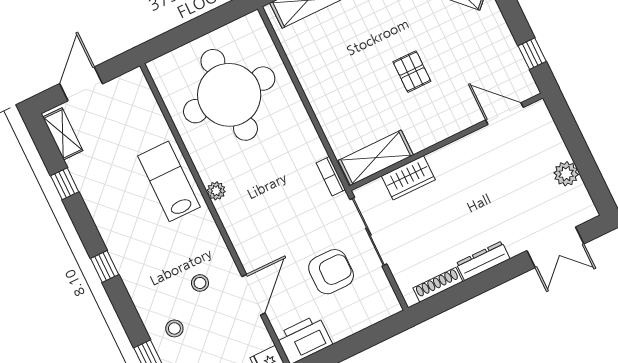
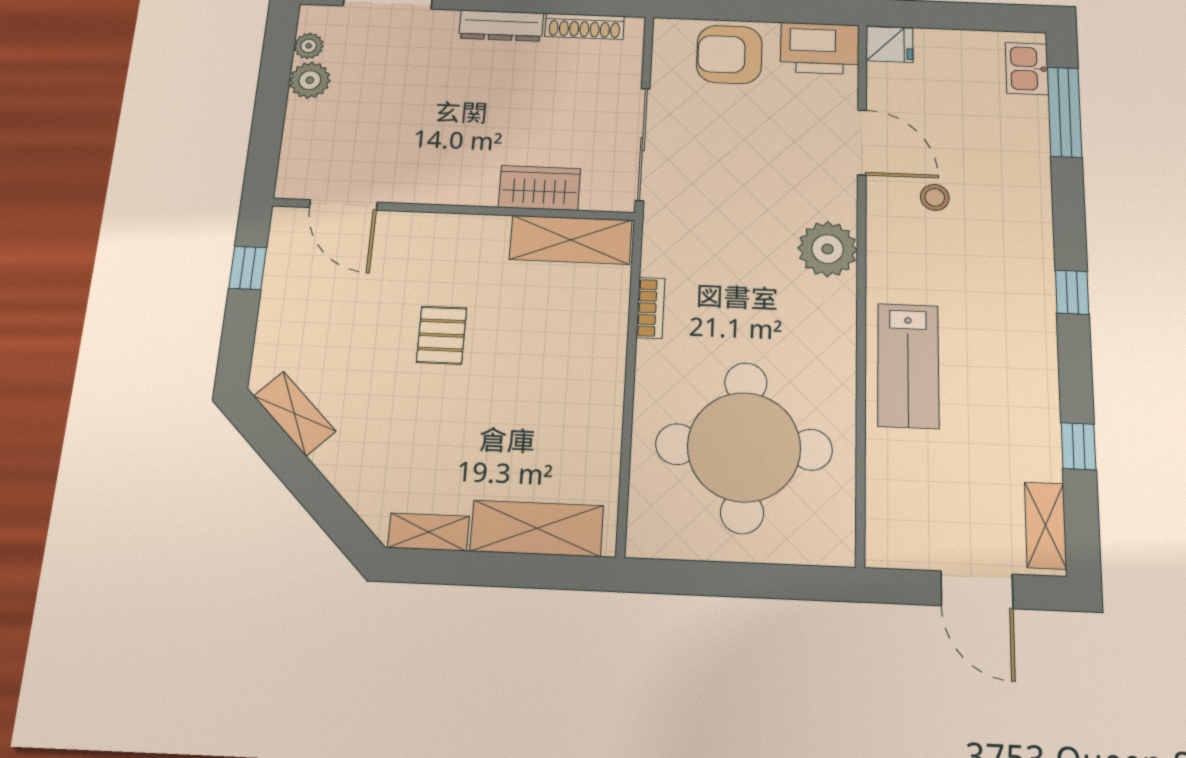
door: (81, 84) -> (977, 590), hinge flipped
bookcase: (331, 176) -> (651, 308), moved
plant: (216, 191) -> (828, 249), moved, width x1.88, depth x1.88
plant: (579, 193) -> (309, 46), added
armchair: (331, 272) -> (729, 54), moved
door: (254, 295) -> (862, 142), swing flipped
stool: (174, 328) -> (1006, 154), removed

